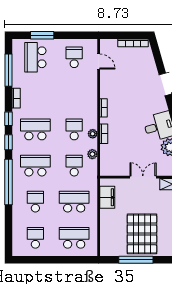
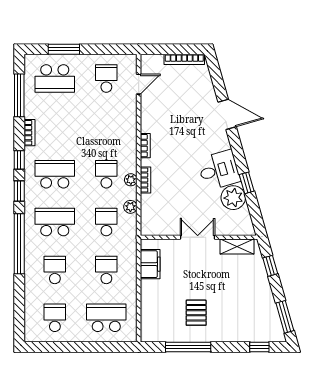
school desk: (35, 57) -> (55, 78), turned -90
door: (99, 62) -> (139, 84), hinge flipped
school desk: (74, 202) -> (106, 270), width x0.54
pallet: (142, 234) -> (196, 313), width x0.49, depth x0.50

